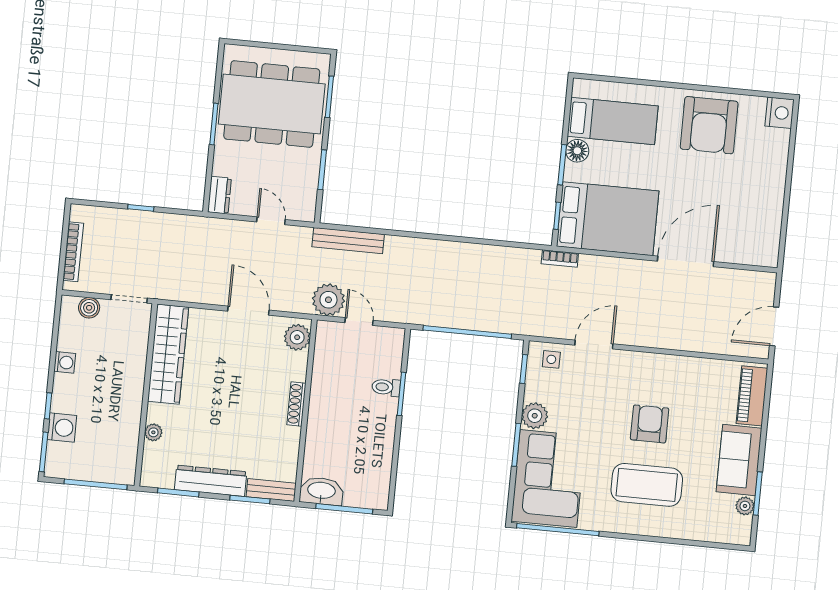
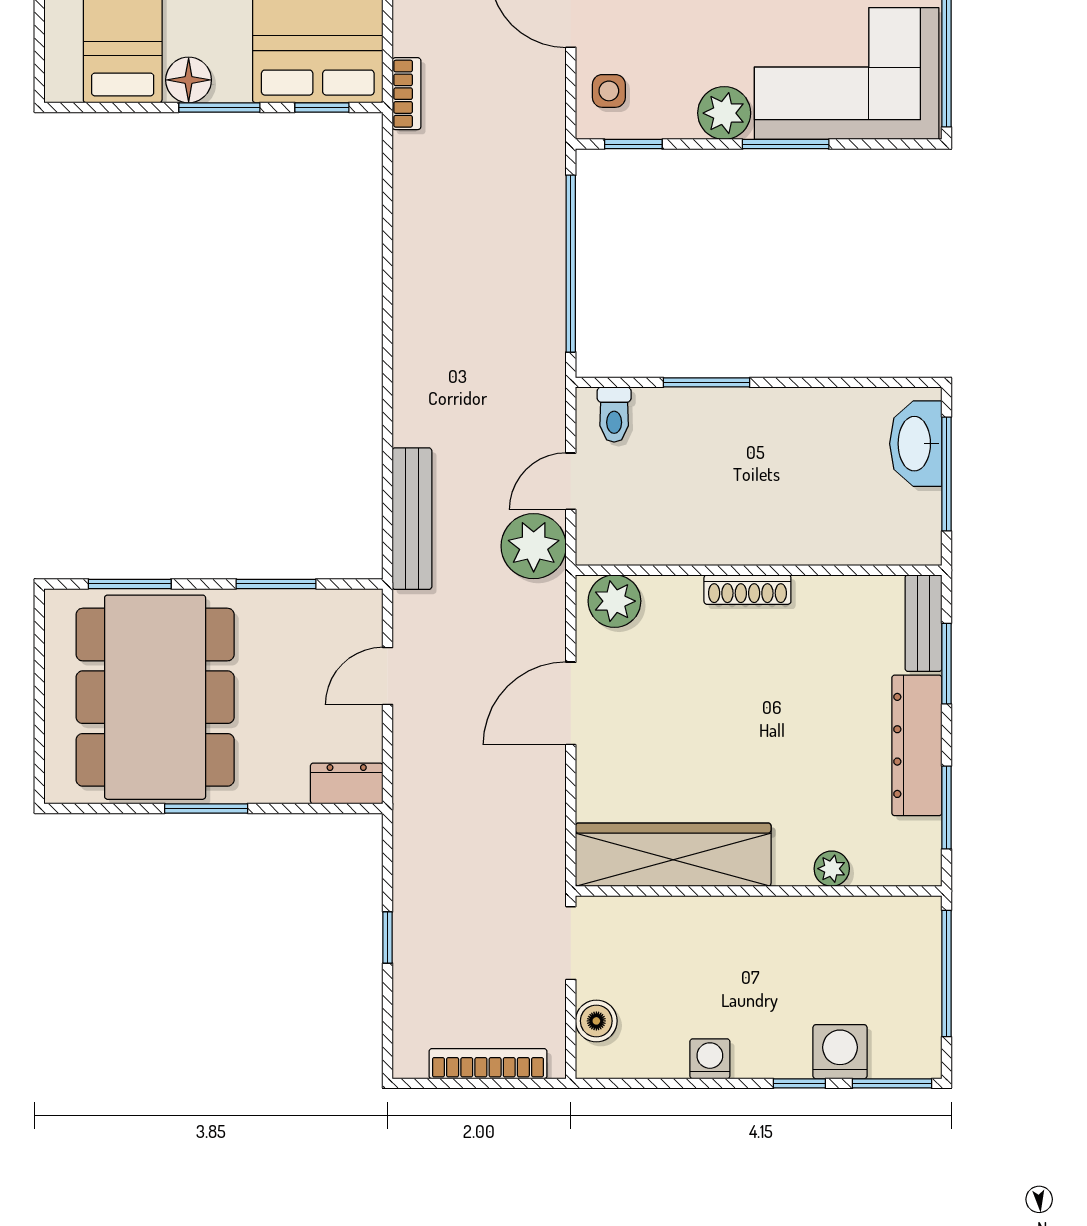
toilet: (386, 387) -> (614, 415), moved
washbasin: (321, 491) -> (916, 444), moved

